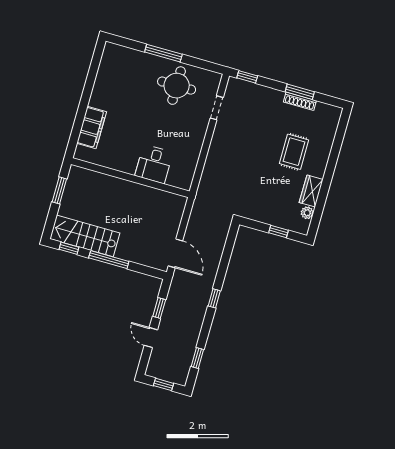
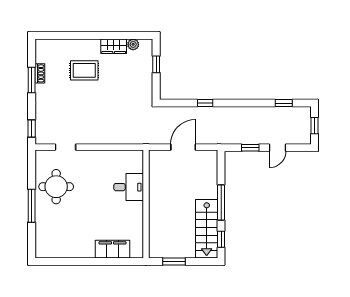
shoe rack: (300, 101) -> (40, 73), width x0.70
door: (175, 253) -> (183, 147), moved
window: (214, 298) -> (205, 103), moved

